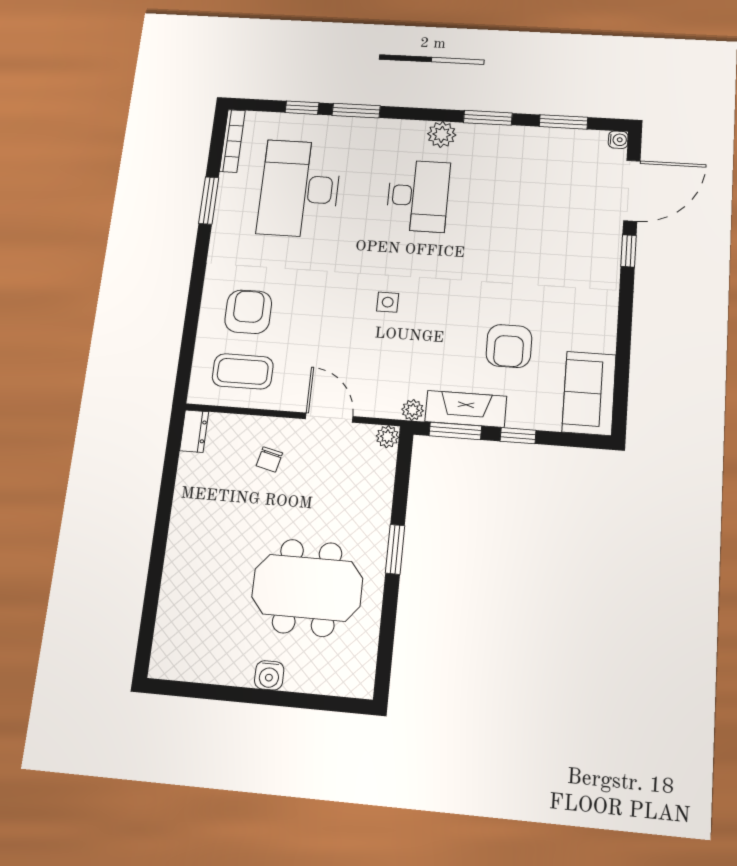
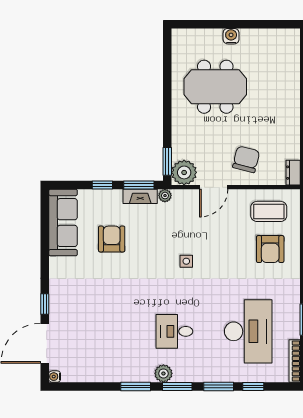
window: (564, 122) -> (177, 387), moved
desk: (418, 196) -> (174, 331), width x0.73
sofa: (589, 393) -> (63, 223), width x1.36
fireplace: (466, 409) -> (140, 196), width x0.73, depth x0.76
door: (329, 418) -> (214, 187), hinge flipped
plant: (387, 437) -> (184, 172), width x1.87, depth x1.87
chair: (269, 459) -> (246, 159), width x1.87, depth x1.87
window: (395, 549) -> (167, 161), moved

